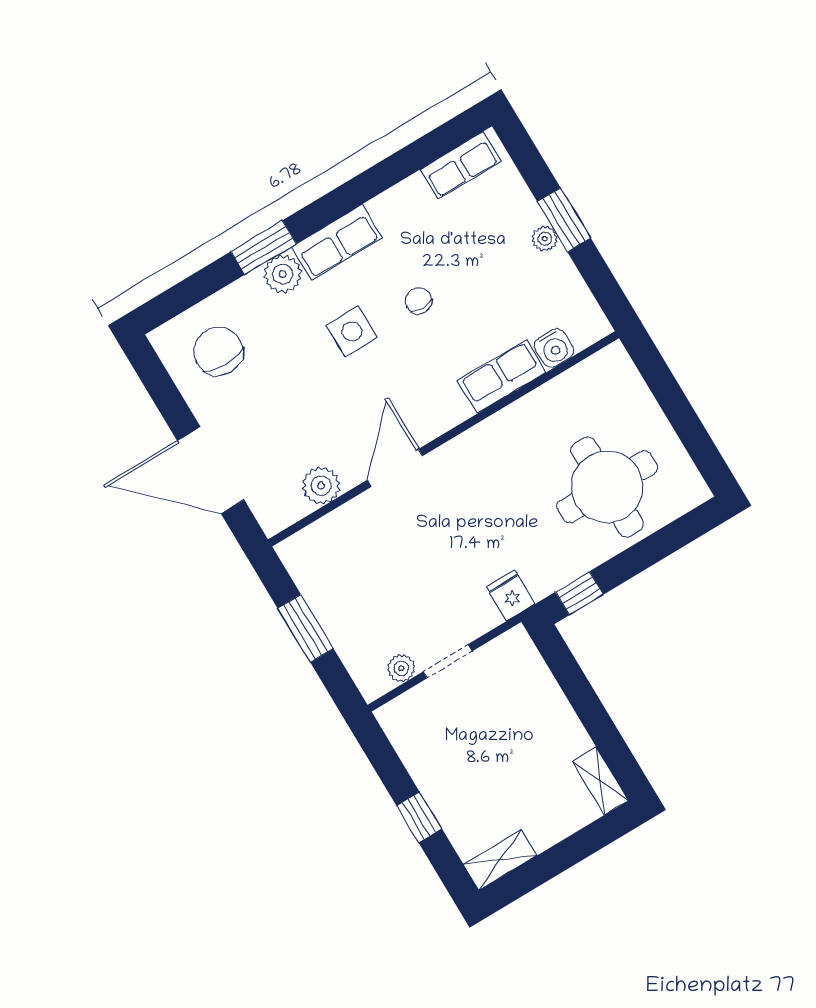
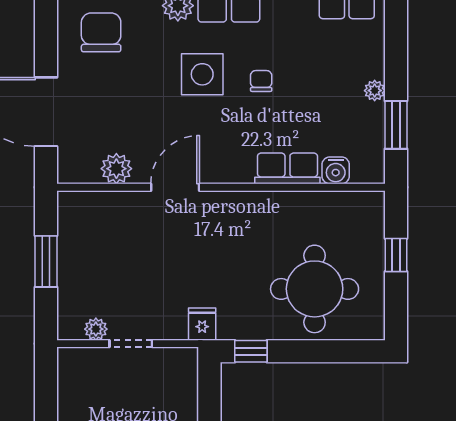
window: (564, 220) -> (396, 125), moved
side table: (352, 331) -> (202, 74), width x1.37, depth x1.37
window: (672, 399) -> (396, 255), added

